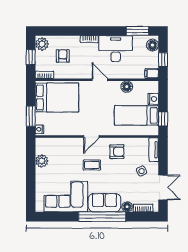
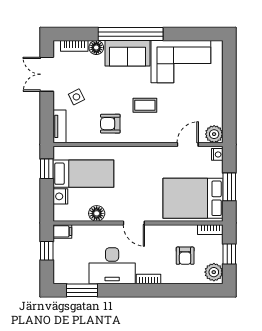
floor lamp: (152, 45) -> (61, 271), removed
window: (31, 116) -> (229, 187), moved
door: (91, 137) -> (188, 144), moved
plant: (42, 161) -> (214, 134), moved

